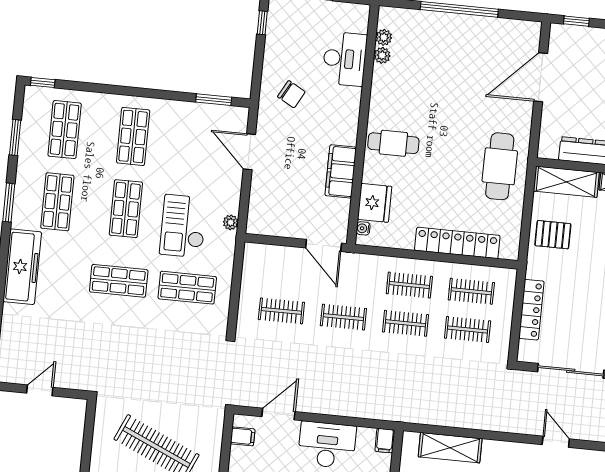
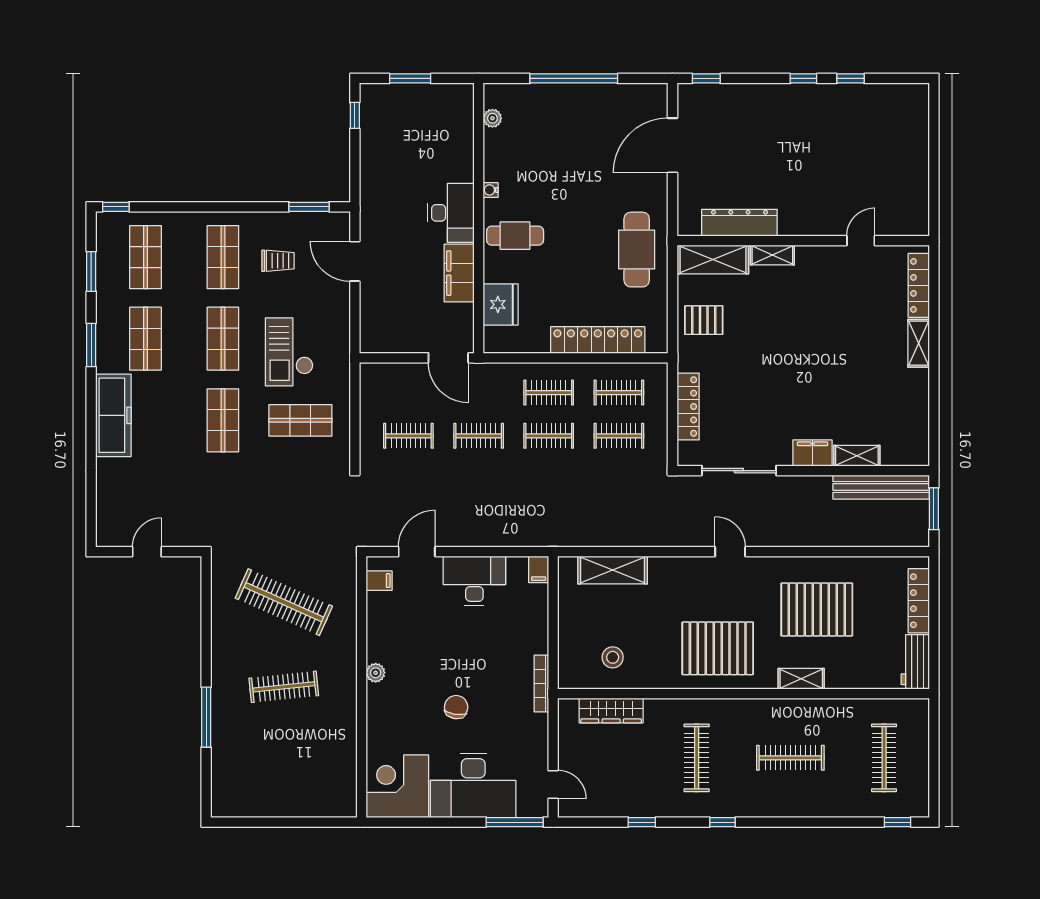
plant: (382, 55) -> (493, 139), removed
desk: (345, 59) -> (451, 213), moved
chair: (291, 94) -> (395, 192), removed
trolley: (182, 145) -> (278, 261), added
plant: (231, 222) -> (342, 342), removed
water cooler: (363, 228) -> (491, 190), moved
shop shelf: (119, 281) -> (223, 420), turned 90

